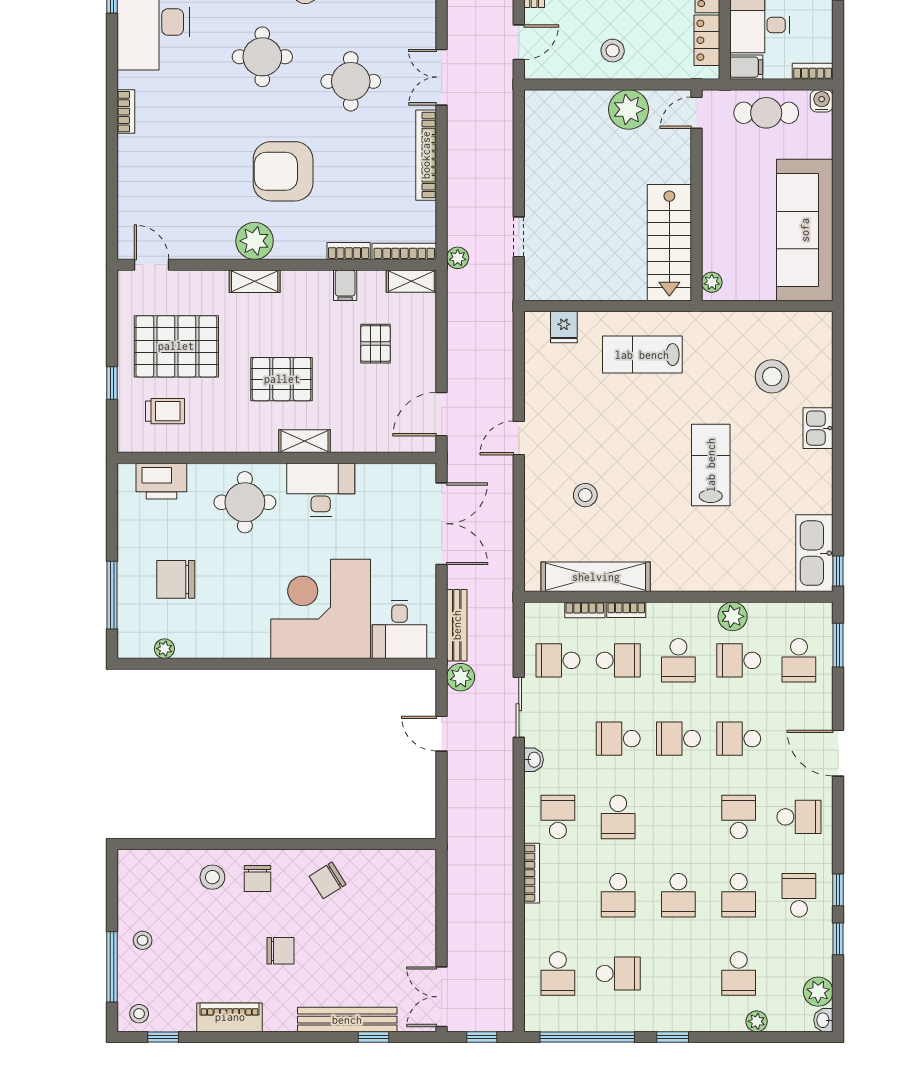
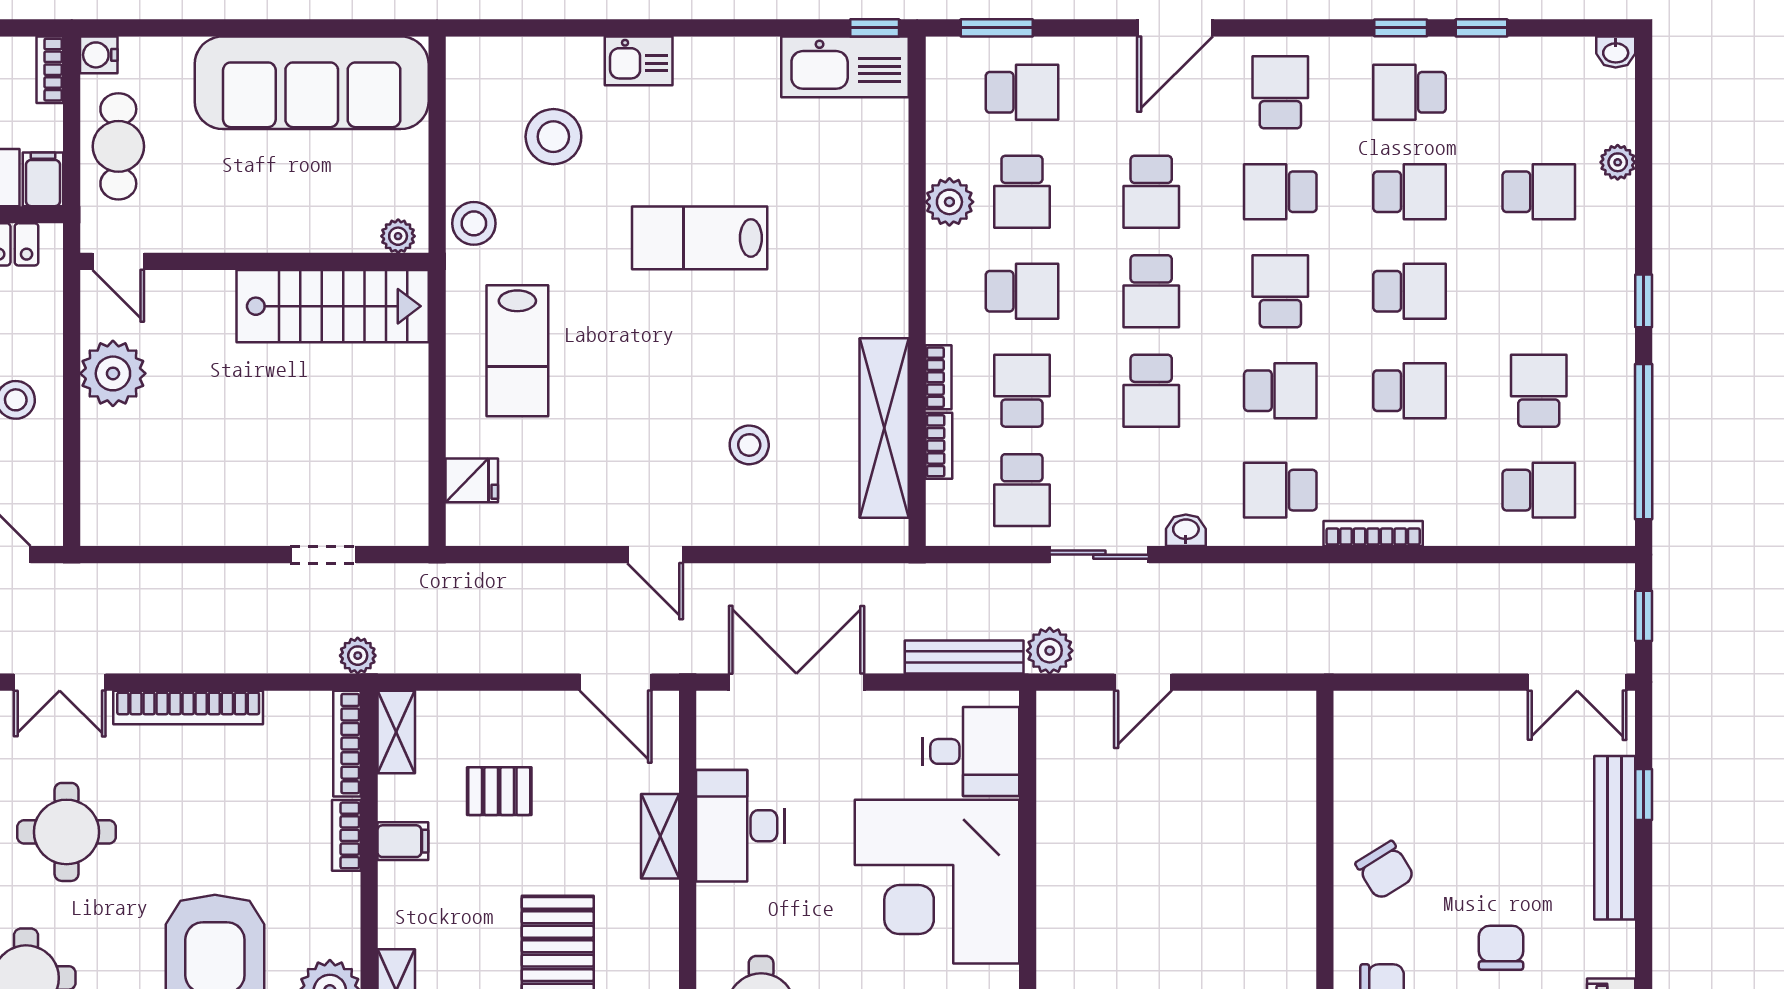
stool: (720, 328) -> (474, 223), added
shelving: (305, 441) -> (660, 836), moved
desk: (321, 490) -> (740, 826), moved
school desk: (678, 817) -> (1280, 291), added
plant: (818, 992) -> (1569, 61), removed

